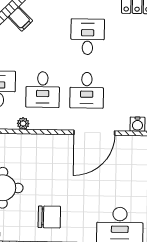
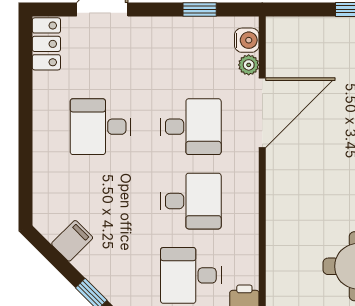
plant: (23, 123) -> (249, 65), moved
door: (94, 133) -> (262, 113), hinge flipped

